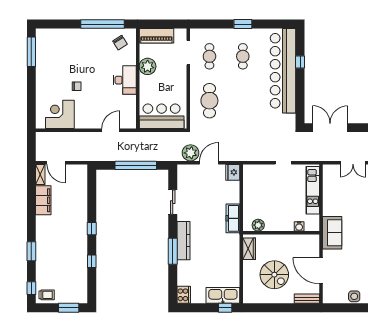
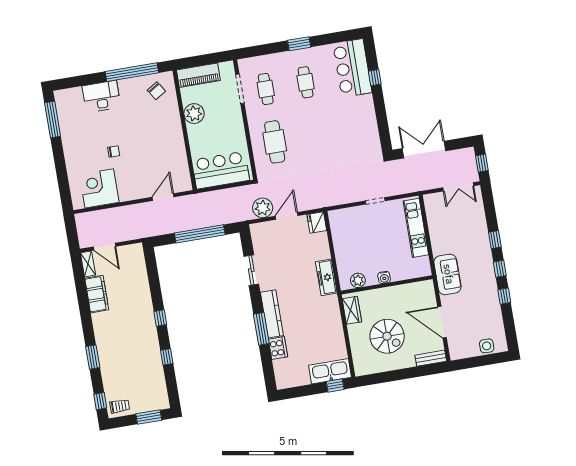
bar counter: (283, 71) -> (352, 68), width x0.54
desk: (125, 80) -> (101, 96), moved, turned -90
water cooler: (299, 226) -> (384, 277), moved
cooker: (184, 295) -> (278, 348), moved

